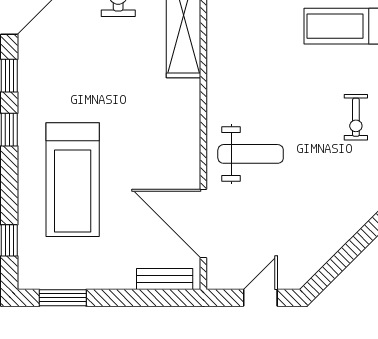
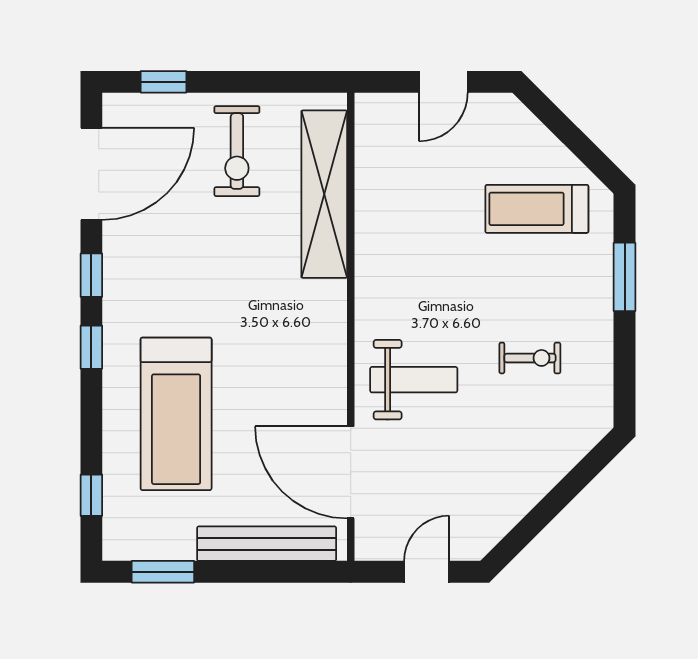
exercise bike: (356, 117) -> (530, 358), moved, turned -90
bench: (165, 279) -> (267, 544), width x1.86, depth x1.21

